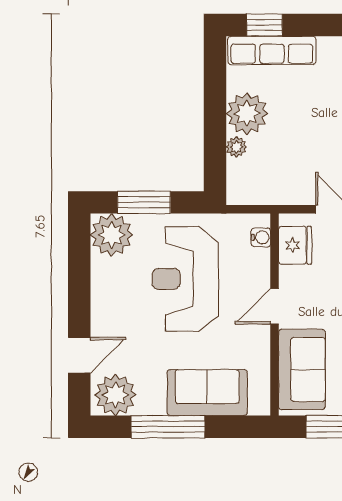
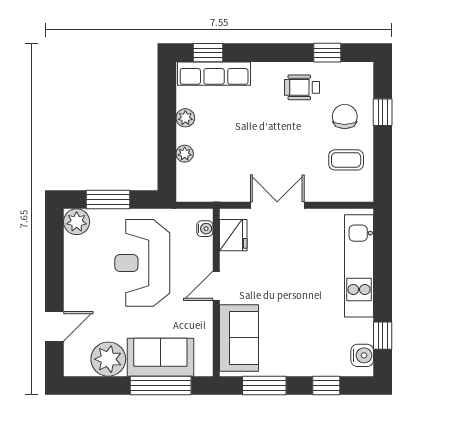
plant: (247, 114) -> (185, 118), width x0.53, depth x0.53
plant: (112, 235) -> (77, 222), width x0.73, depth x0.73
plant: (115, 395) -> (108, 359), moved
window: (168, 427) -> (161, 385), moved

